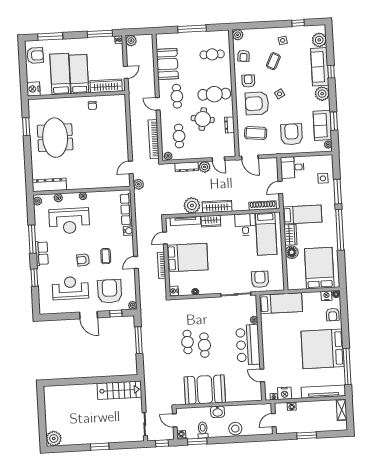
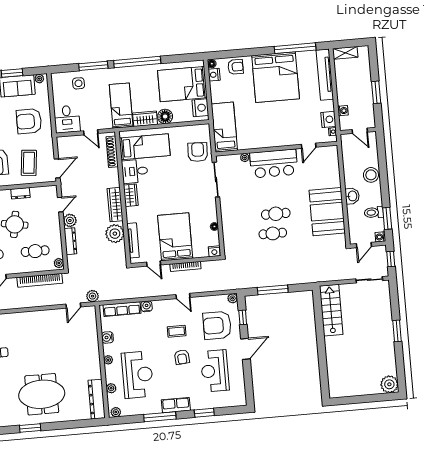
door: (131, 167) -> (73, 306), hinge flipped
water cooler: (102, 196) -> (107, 337), added
wardrobe: (211, 221) -> (131, 195), moved
armchair: (260, 279) -> (198, 152), turned 93
nightstand: (298, 283) -> (200, 108), added

